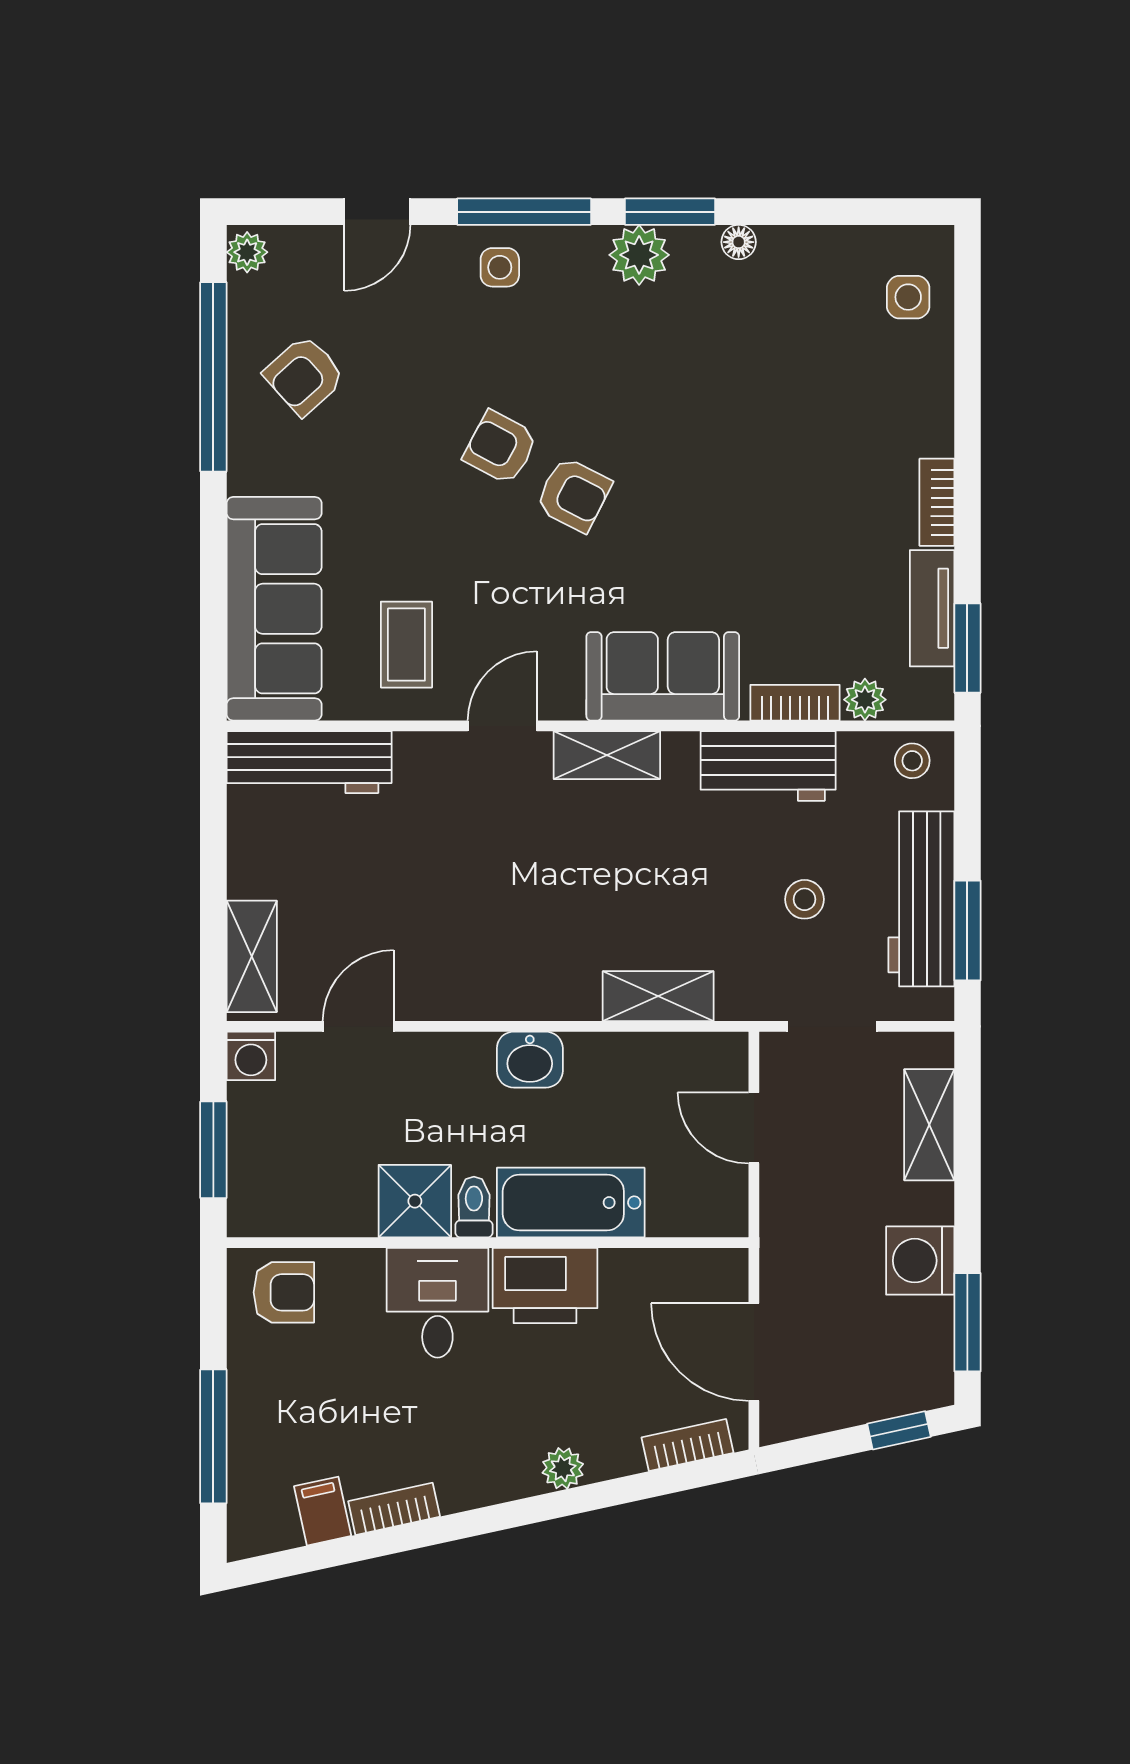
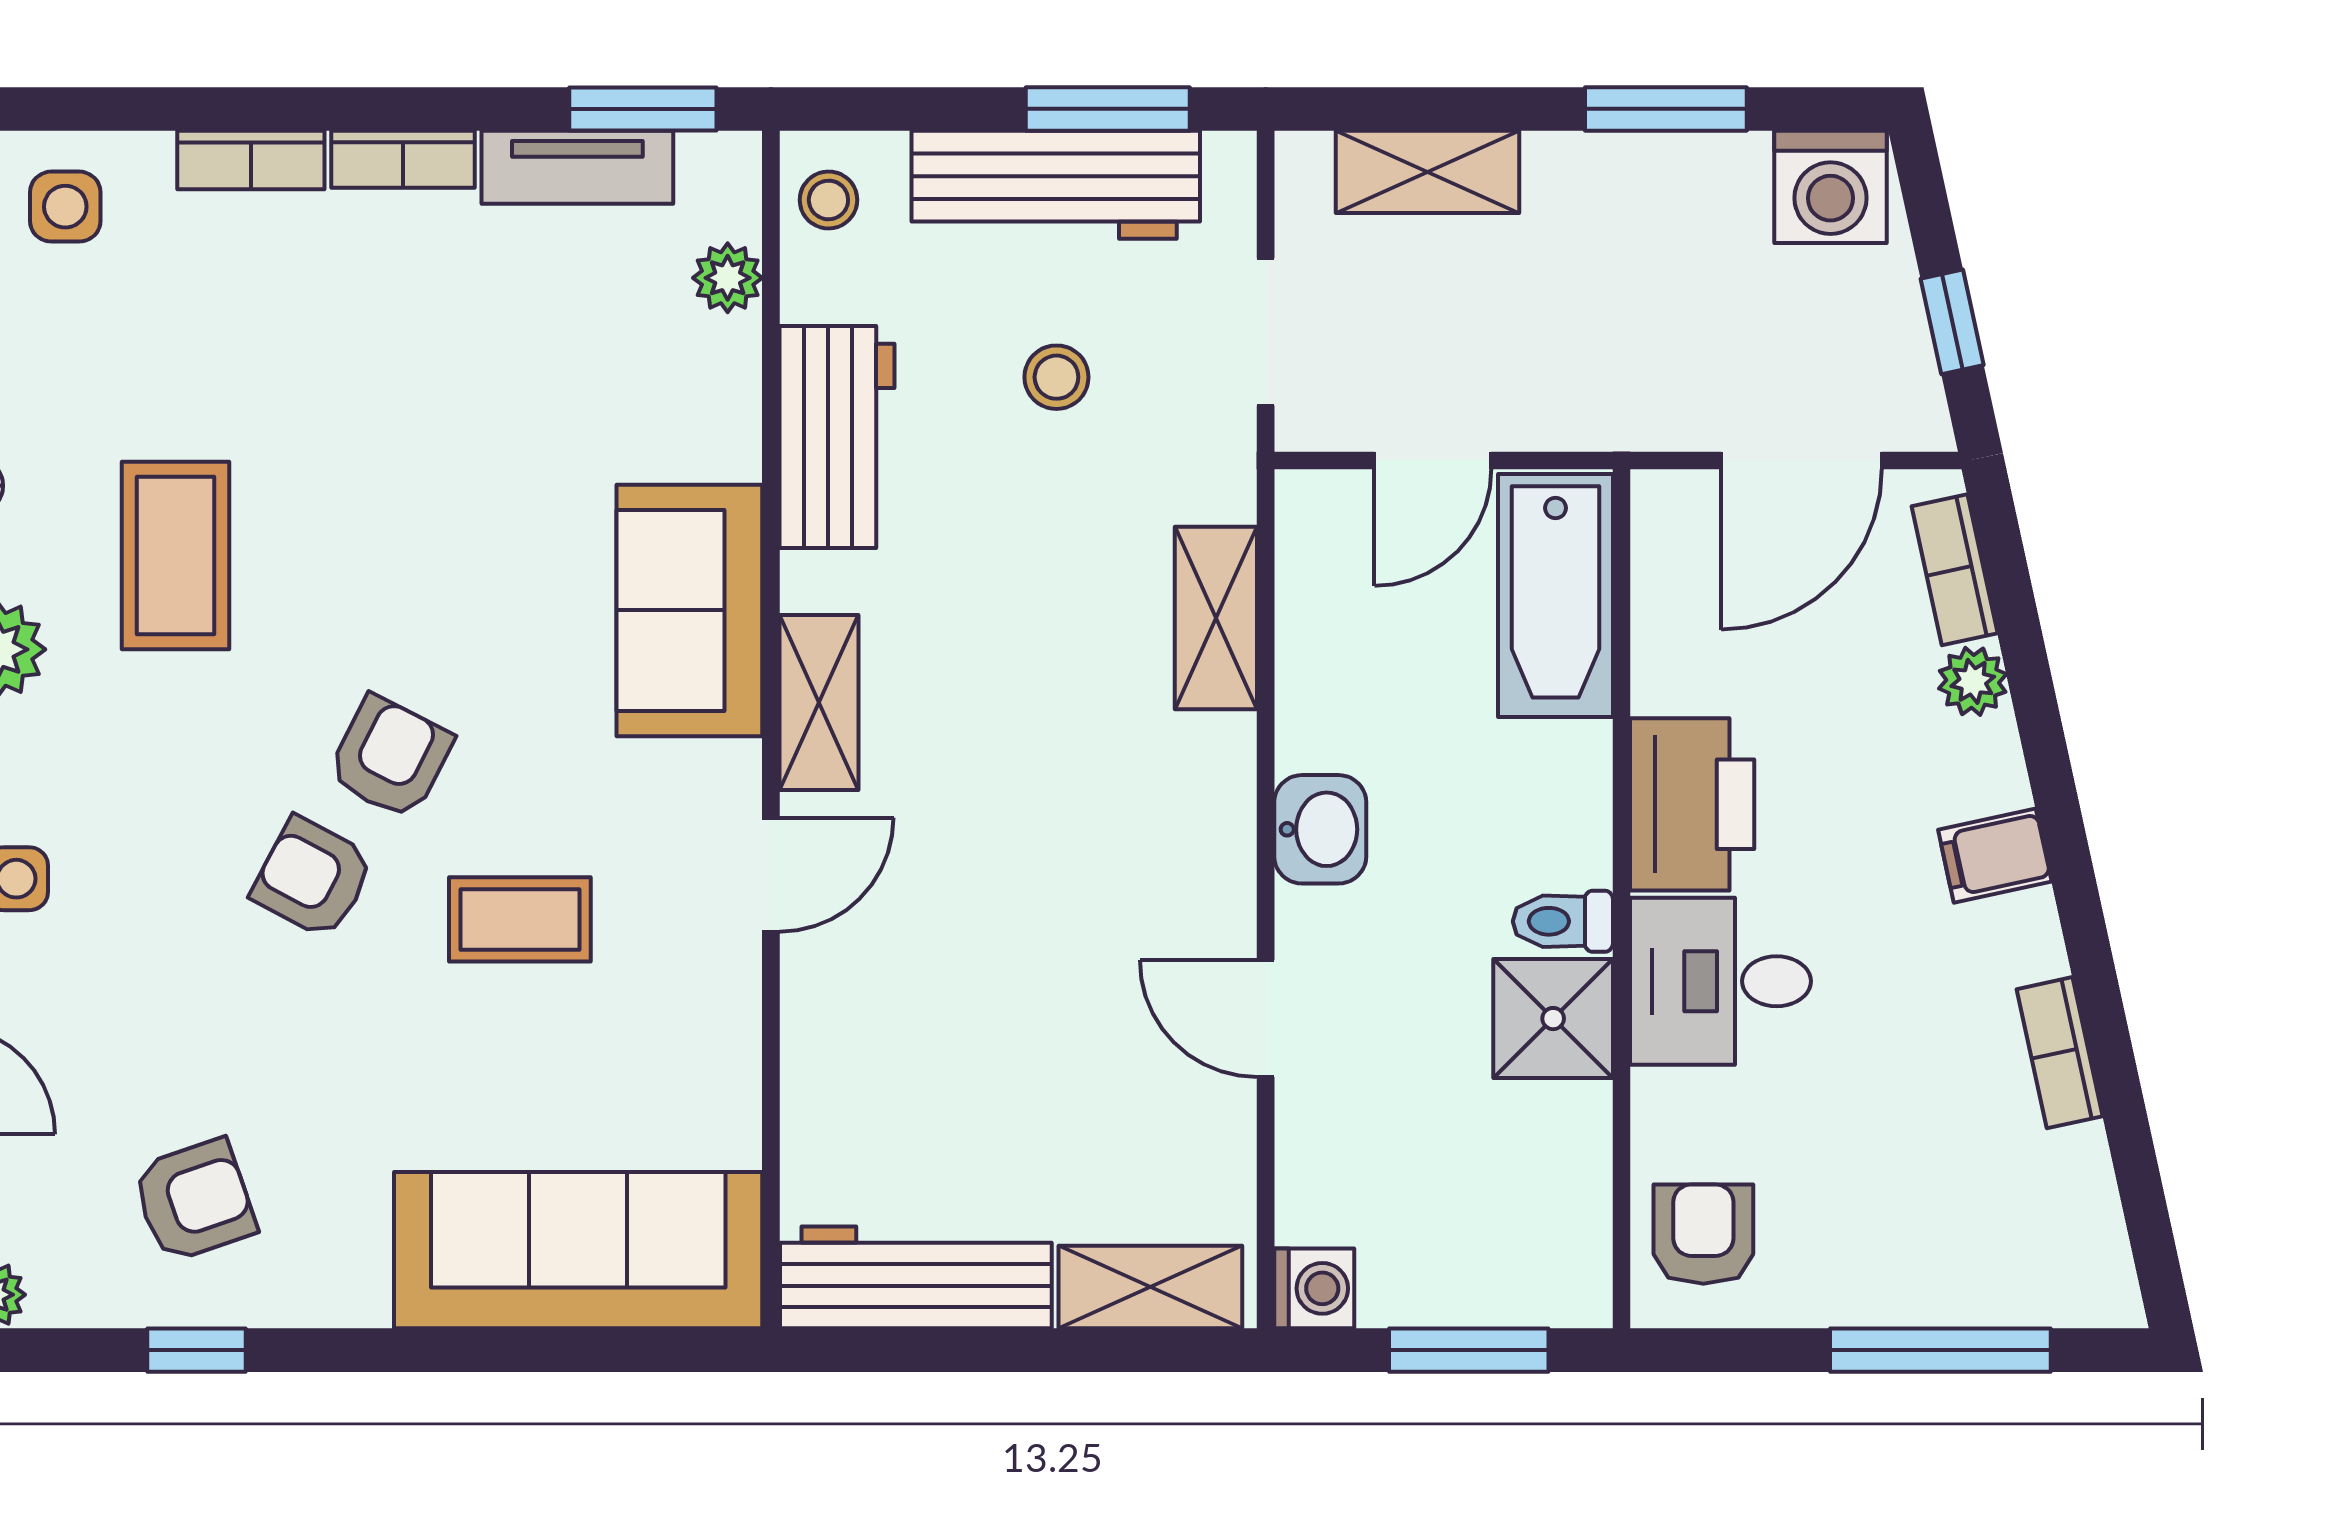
coffee table: (696, 364) -> (176, 556), added
armchair: (304, 375) -> (194, 1200), turned -67
window: (213, 377) -> (197, 1350), width x0.32
armchair: (500, 447) -> (313, 878), turned 90
coffee table: (406, 645) -> (520, 919), moved
bookcase: (795, 703) -> (251, 160), moved, turned -90
door: (502, 726) -> (771, 875), swing flipped
workbench: (309, 762) -> (916, 1277), moved, turned -90
door: (358, 1026) -> (1266, 1019), moved
bathtub: (571, 1203) -> (1555, 596), moved
washing machine: (920, 1261) -> (1830, 187), moved
window: (967, 1322) -> (1666, 109), moved
window: (899, 1430) -> (1952, 322), moved
plant: (563, 1468) -> (1973, 681), moved
filing cabinet: (323, 1511) -> (1995, 856), moved

